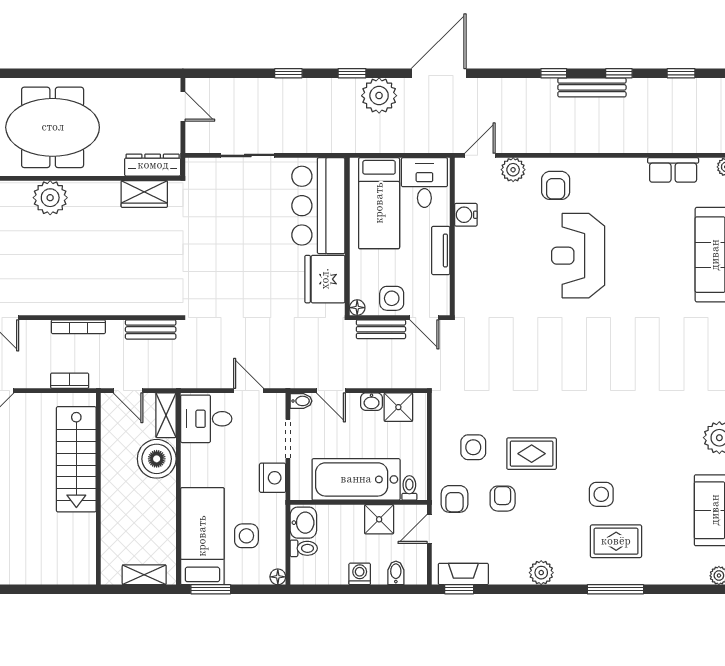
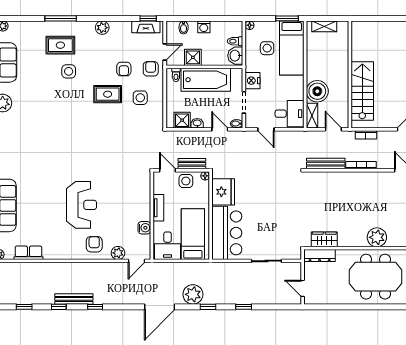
bench: (151, 329) -> (326, 164), width x1.36

